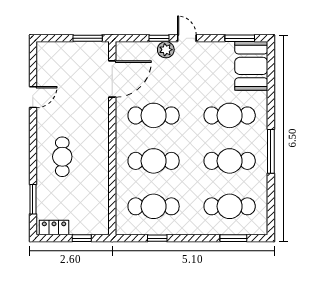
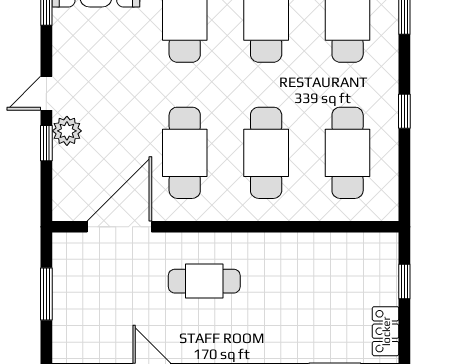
window: (88, 38) -> (46, 294), moved
door: (112, 79) -> (119, 227), hinge flipped
cafe table: (62, 157) -> (204, 281), moved
window: (157, 238) -> (404, 111), moved

